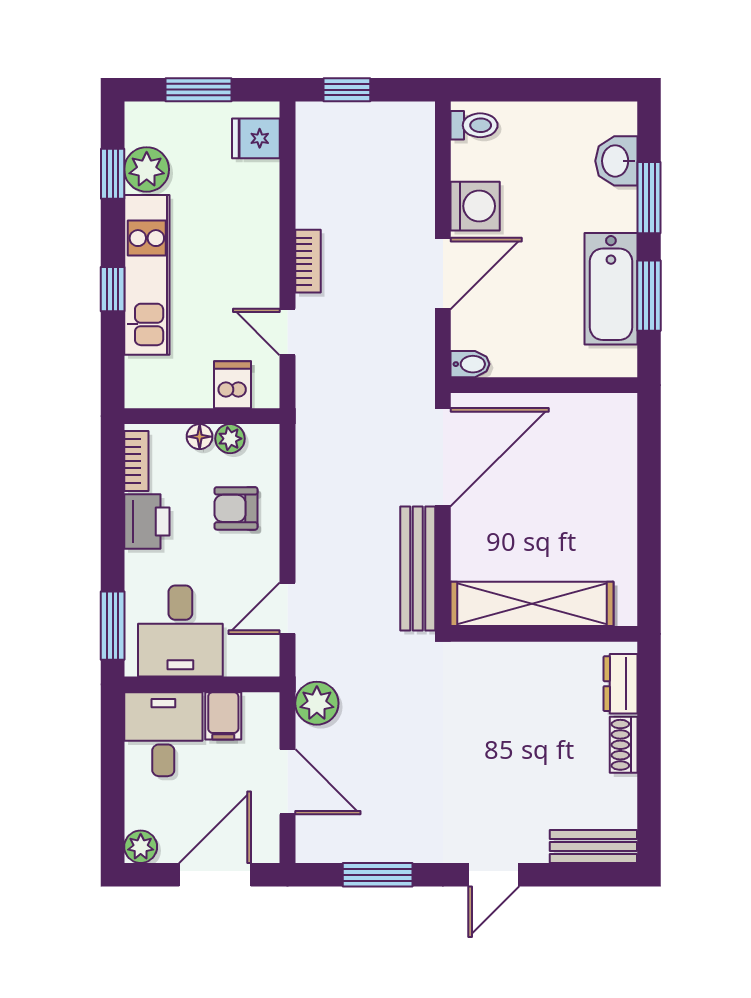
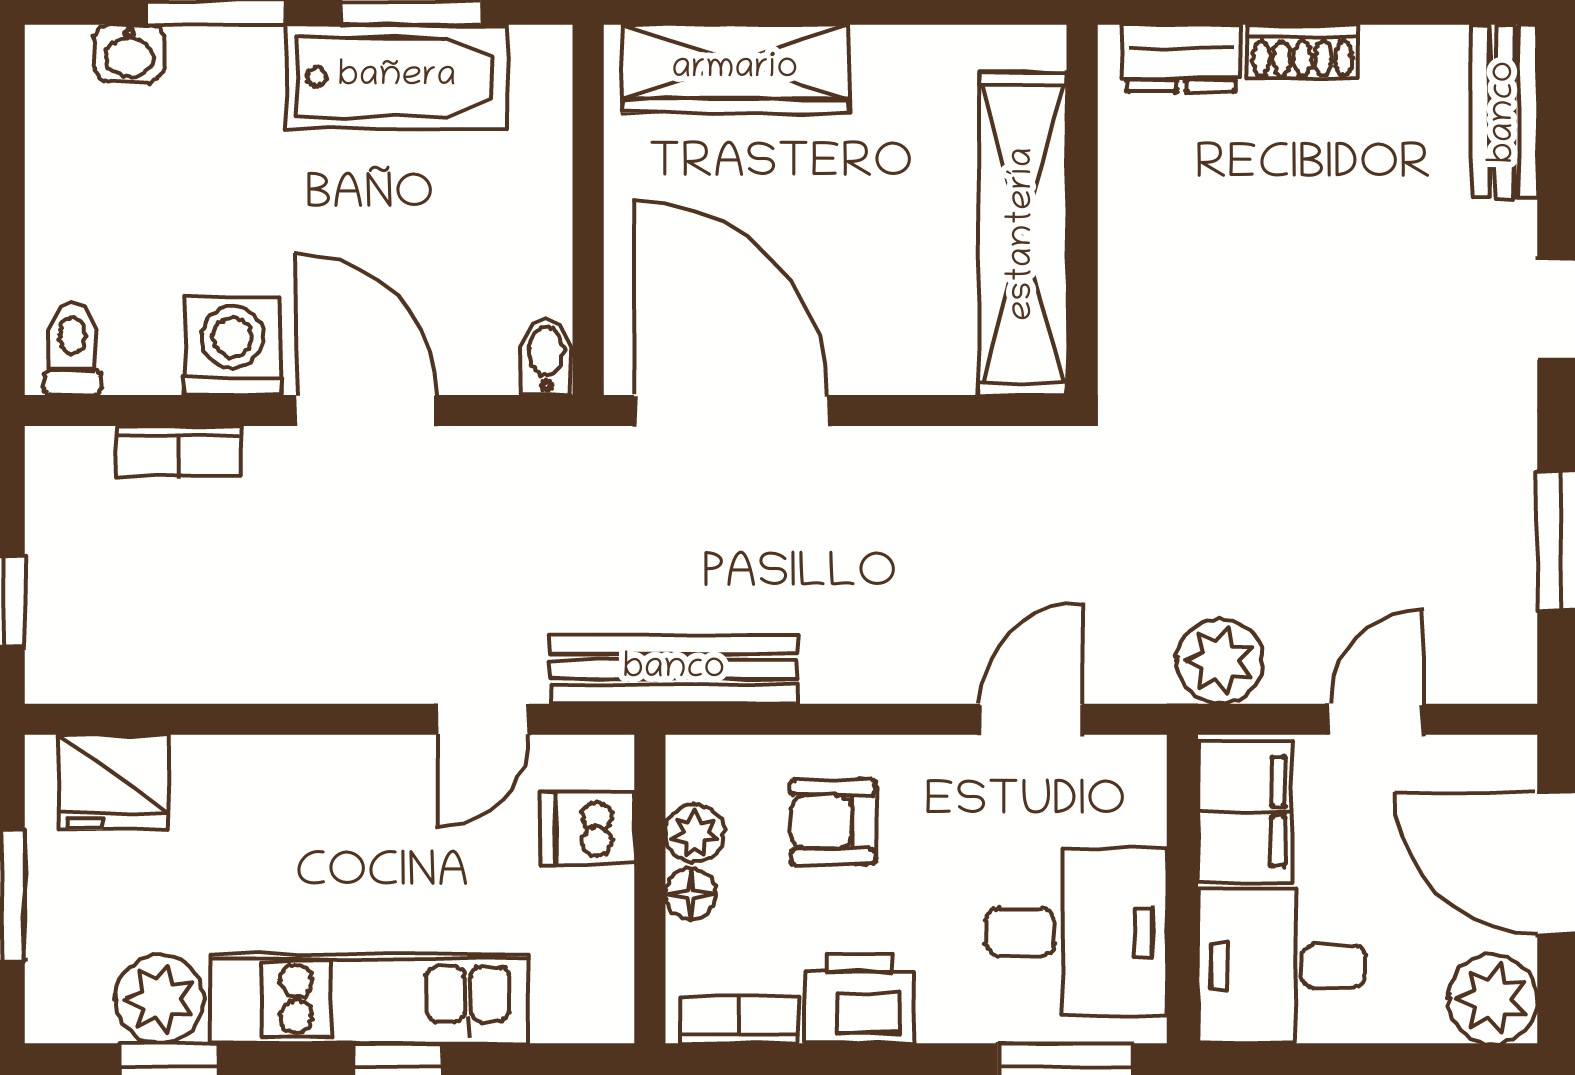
fridge: (256, 138) -> (113, 782), width x1.38
washbasin: (616, 161) -> (129, 53), width x0.72, depth x0.69
bookcase: (308, 261) -> (178, 451), moved, turned 180
wardrobe: (615, 459) -> (735, 69), added
armchair: (236, 508) -> (833, 822), turned 90
bench: (418, 568) -> (674, 669), moved
door: (287, 608) -> (1031, 719), swing flipped
filing cabinet: (223, 716) -> (1245, 811), width x2.00
door: (287, 782) -> (1376, 719), width x0.73
plant: (141, 847) -> (1493, 999), width x1.38, depth x1.38

